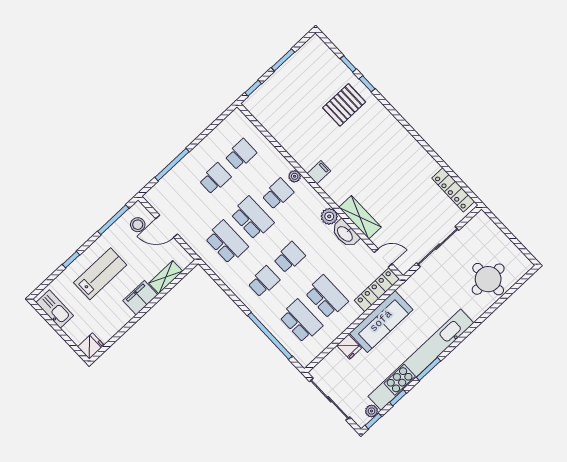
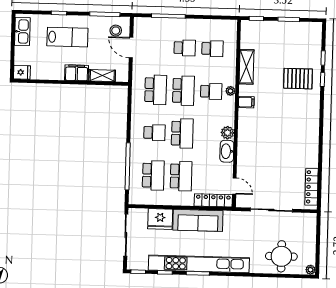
shelving: (360, 217) -> (247, 67), moved
school desk: (289, 257) -> (182, 133), width x1.85
fridge: (349, 347) -> (160, 219), width x1.88, depth x1.34
plant: (371, 411) -> (310, 270), moved

